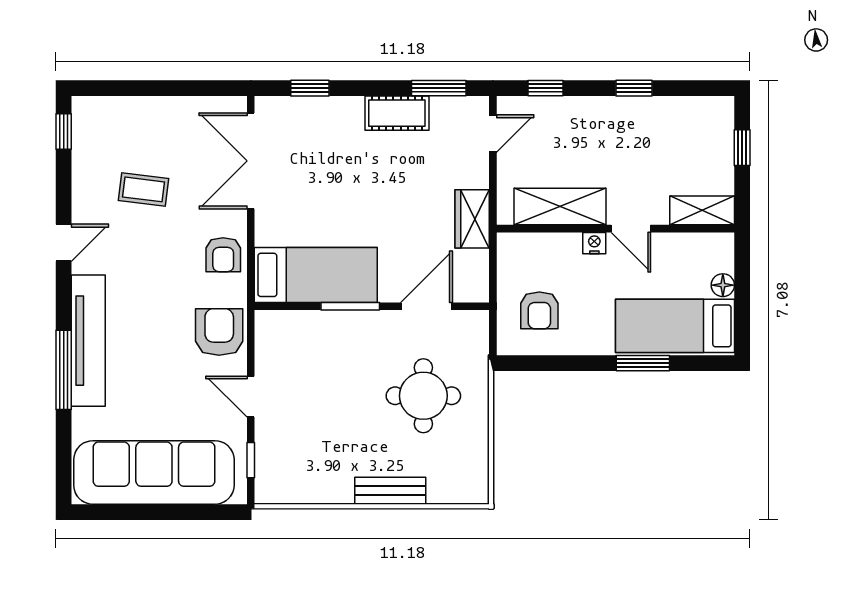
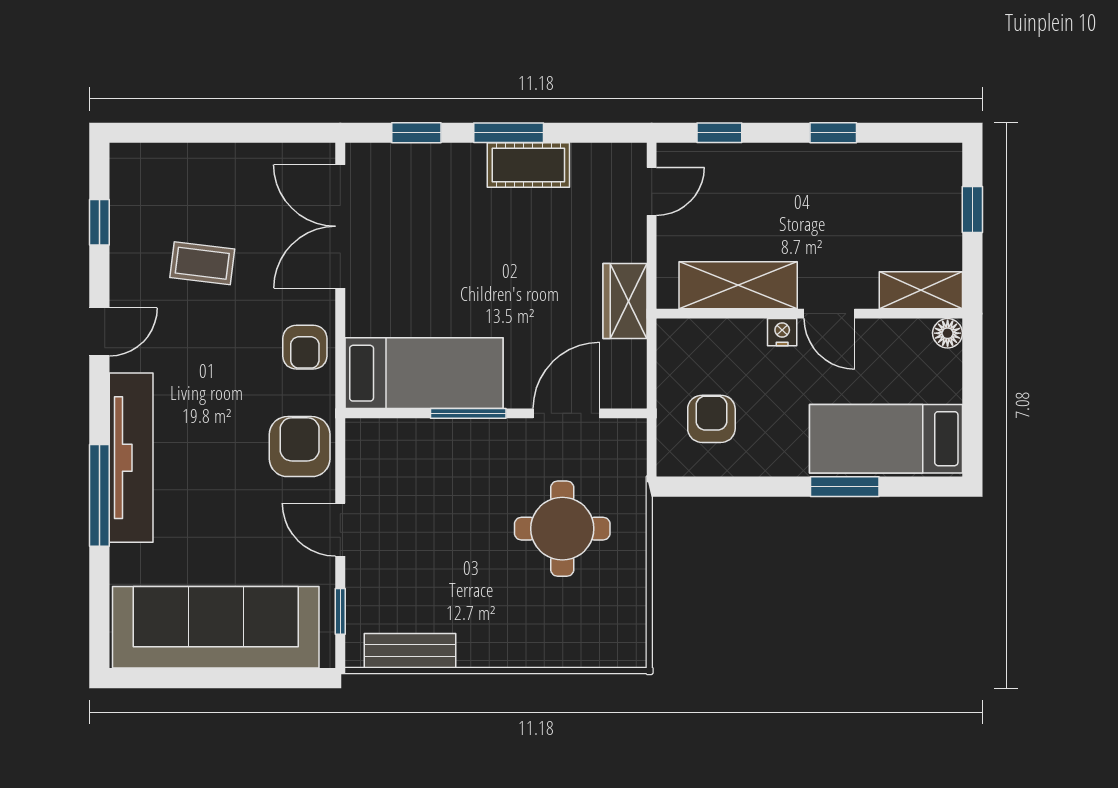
window: (439, 88) -> (509, 133), moved
window: (64, 132) -> (99, 222), moved
floor lamp: (723, 285) -> (948, 333), moved
armchair: (539, 310) -> (711, 419), turned 180
bench: (390, 491) -> (410, 651), moved

